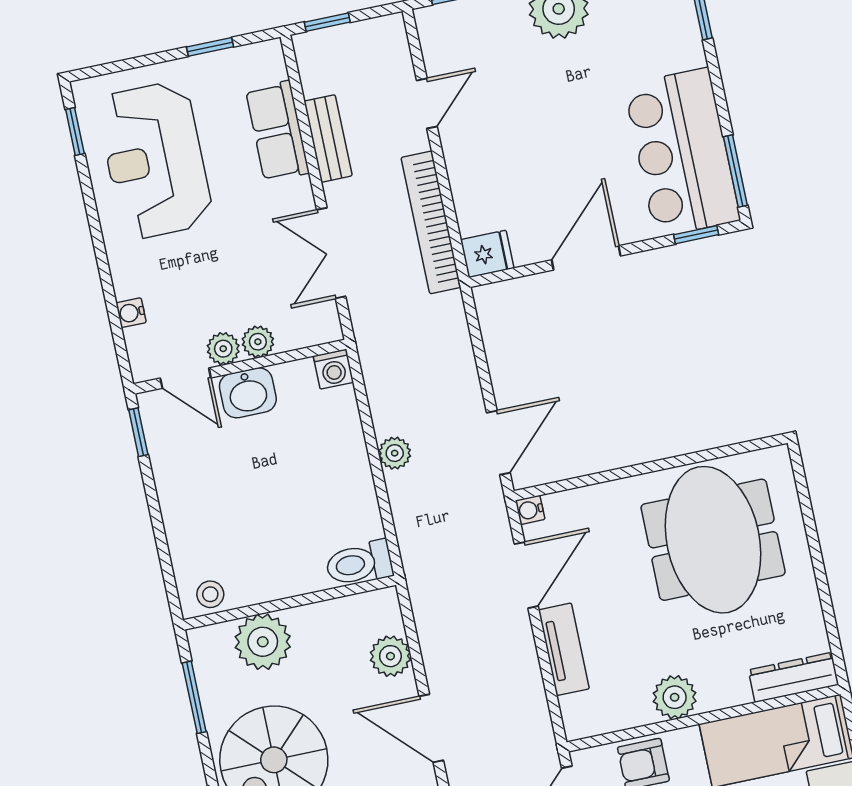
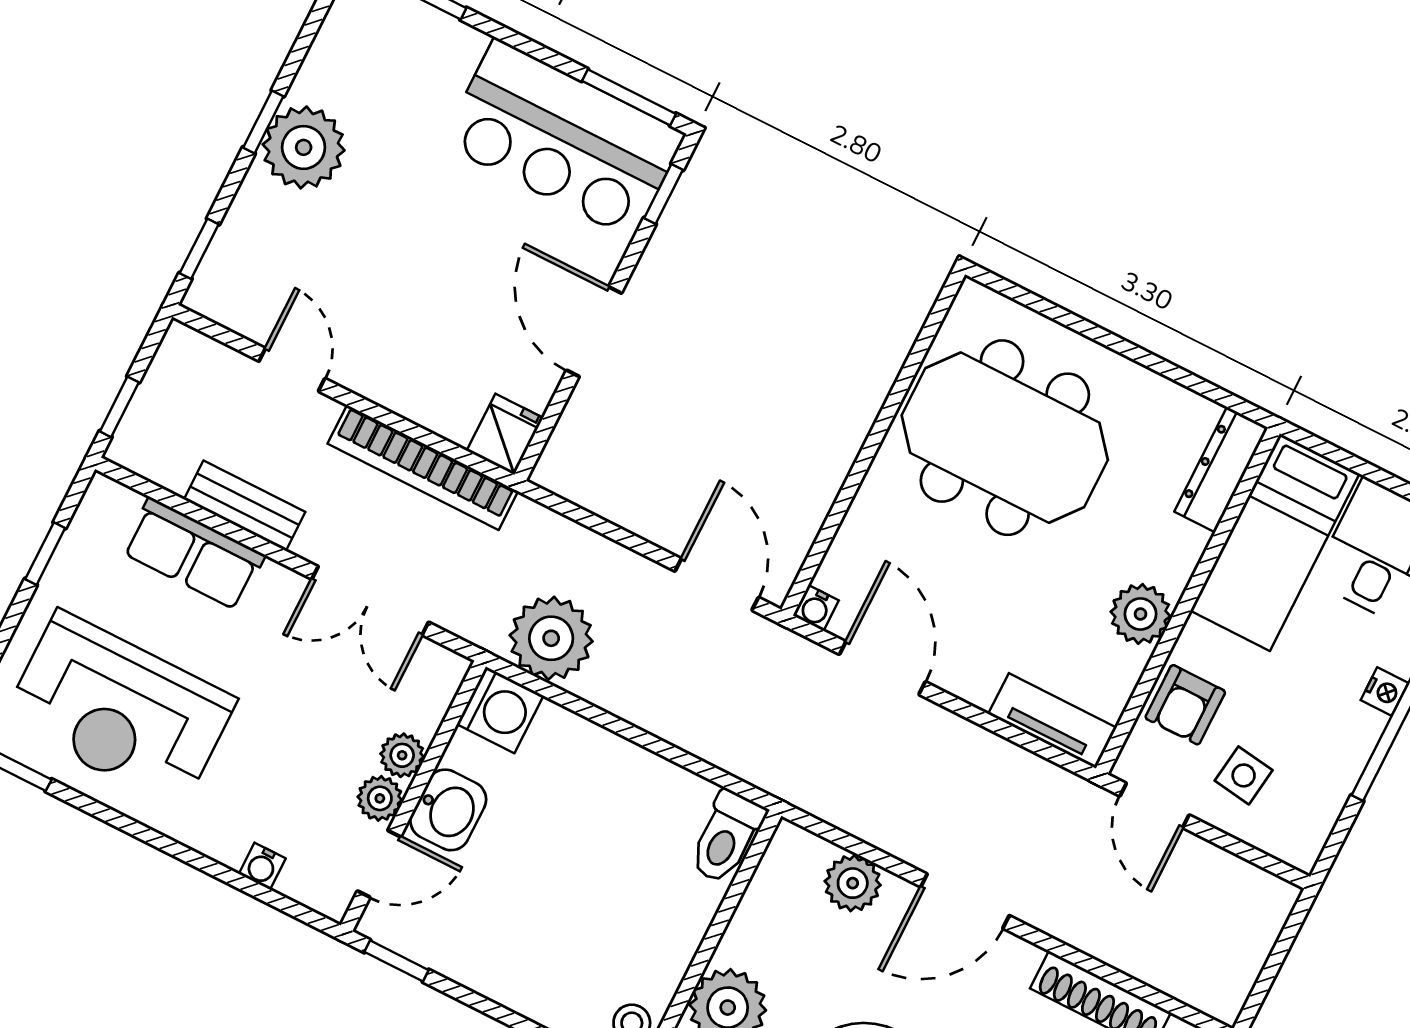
washing machine: (333, 369) -> (500, 710), width x1.38, depth x1.38
plant: (395, 453) -> (551, 638), moved, width x1.88, depth x1.88
tv unit: (564, 649) -> (1052, 721), moved

